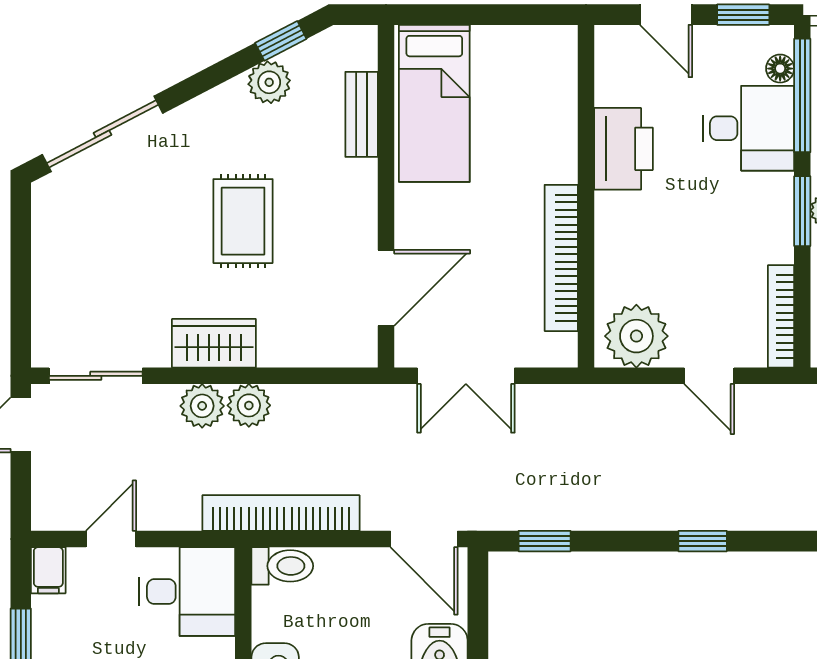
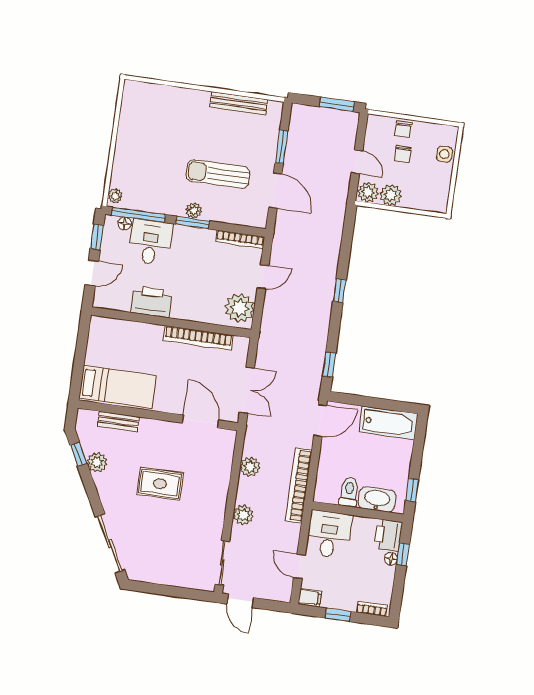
wardrobe: (214, 343) -> (215, 505), removed
plant: (249, 405) -> (250, 467), moved
toilet: (282, 566) -> (349, 492), moved

